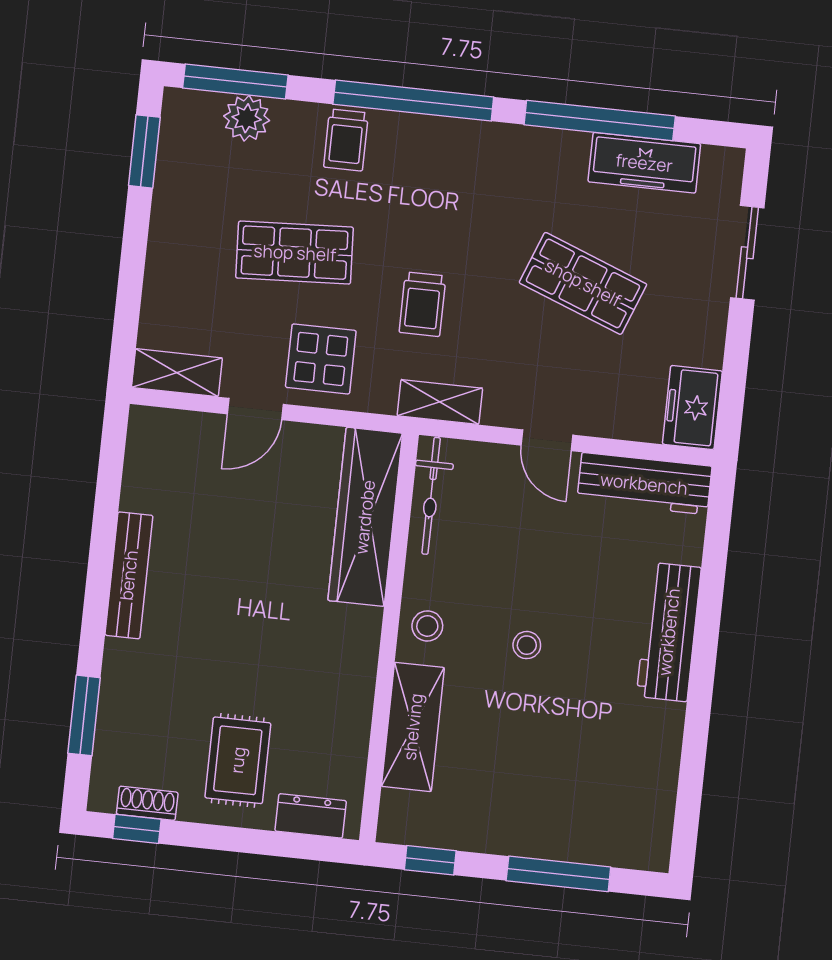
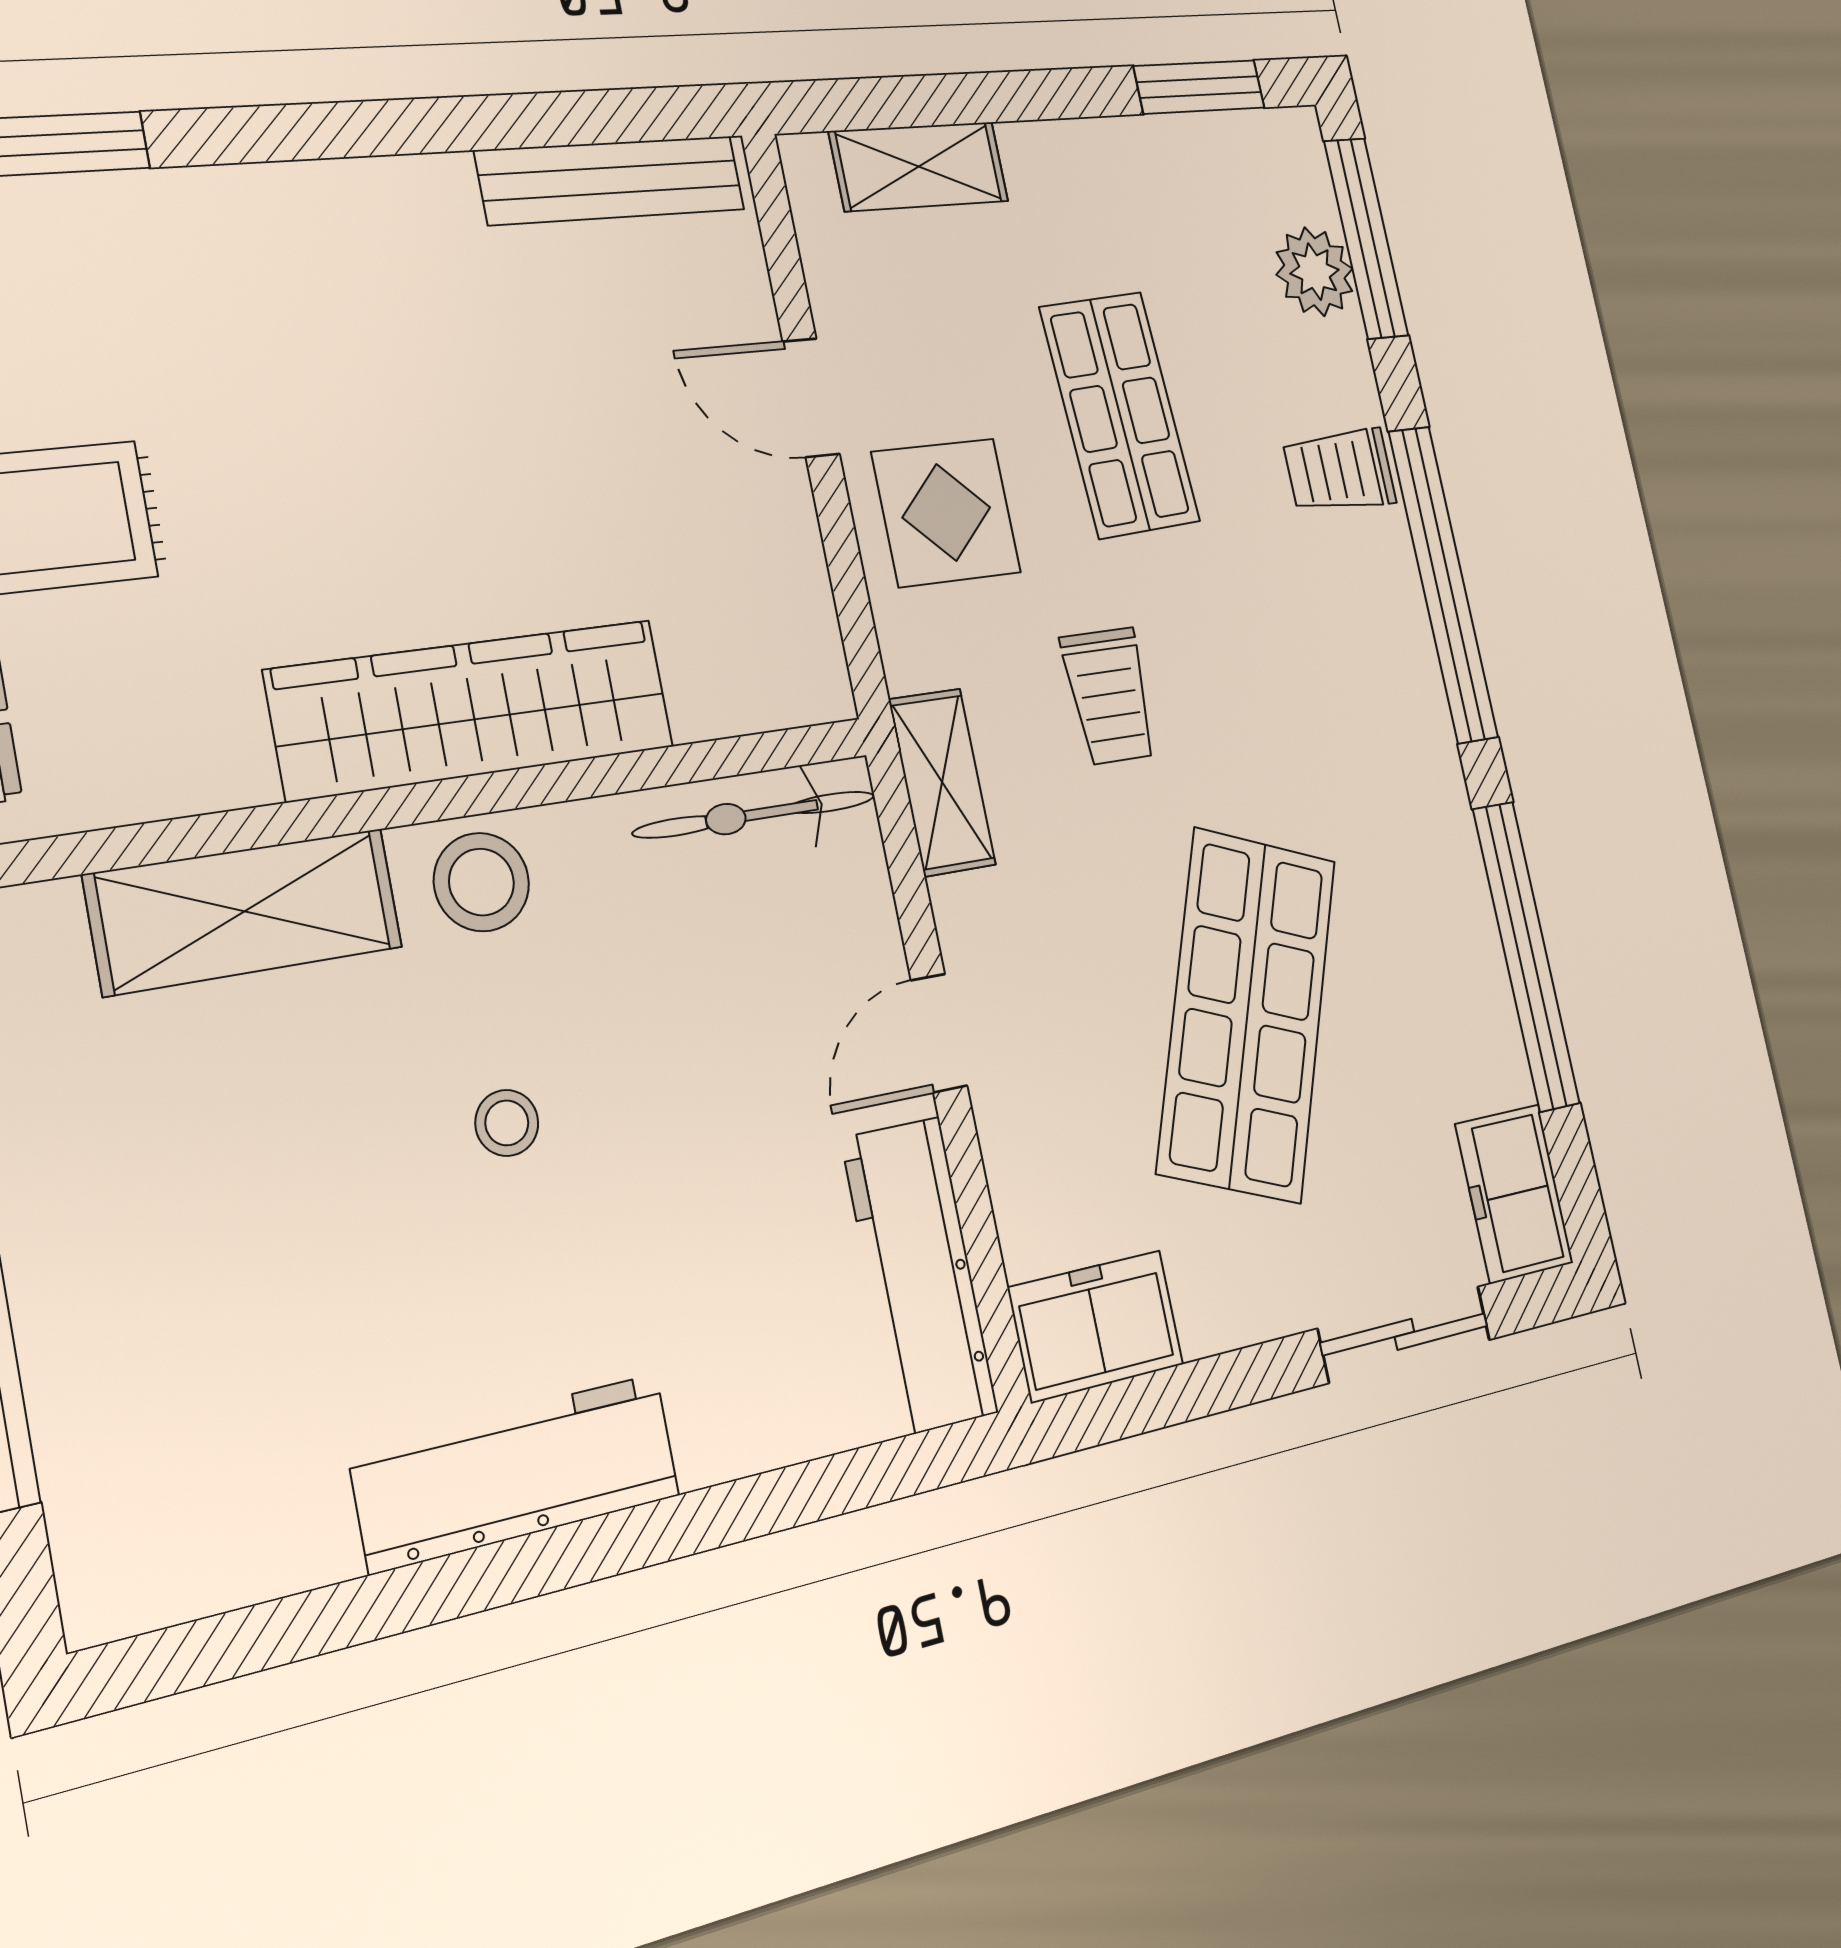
freezer: (644, 163) -> (1514, 1194), moved, width x0.71
shop shelf: (583, 283) -> (1247, 1014), width x1.43, depth x1.36
trolley: (423, 304) -> (1109, 696), turned -90
shelving: (177, 373) -> (919, 166), moved, turned 90
wardrobe: (365, 517) -> (473, 709), moved
bench: (129, 575) -> (611, 180), moved
stool: (427, 626) -> (481, 882), width x1.37, depth x1.37
workbench: (669, 632) -> (516, 1472), moved

